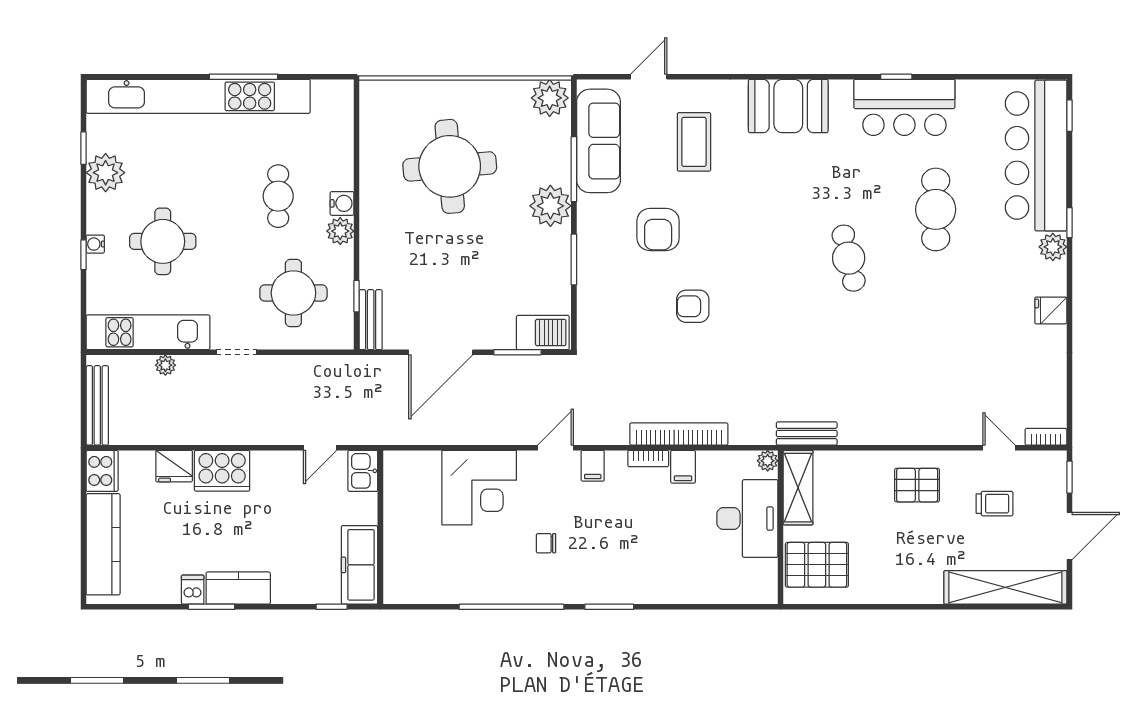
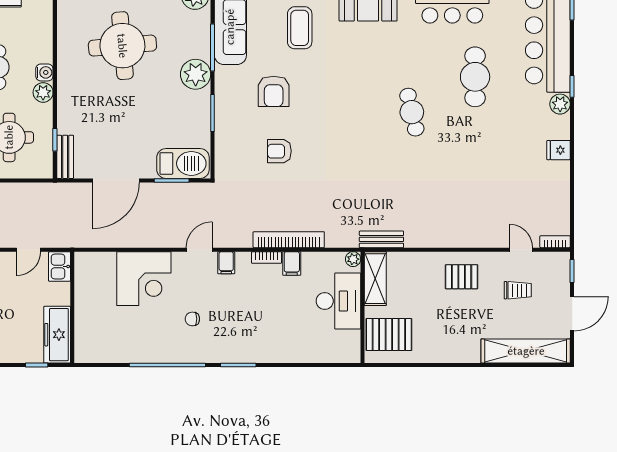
armchair: (693, 306) -> (279, 151), moved
barbecue: (543, 333) -> (183, 163), width x1.37, depth x1.21

